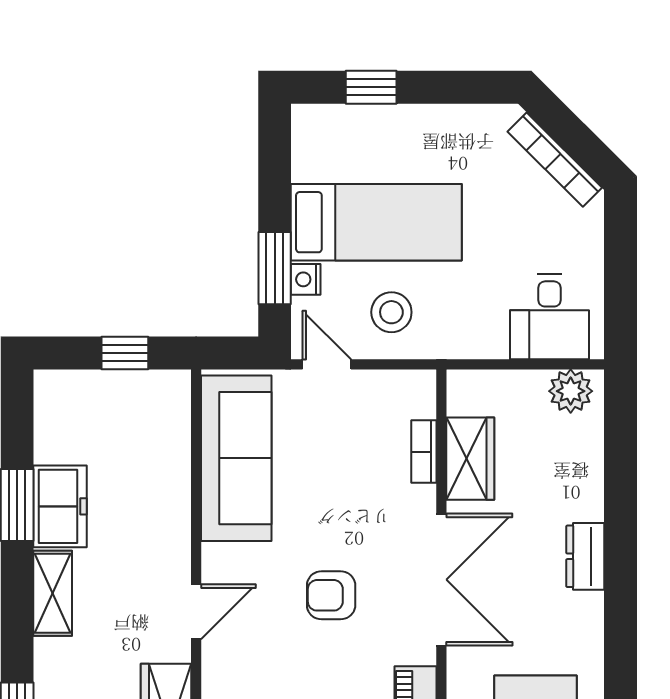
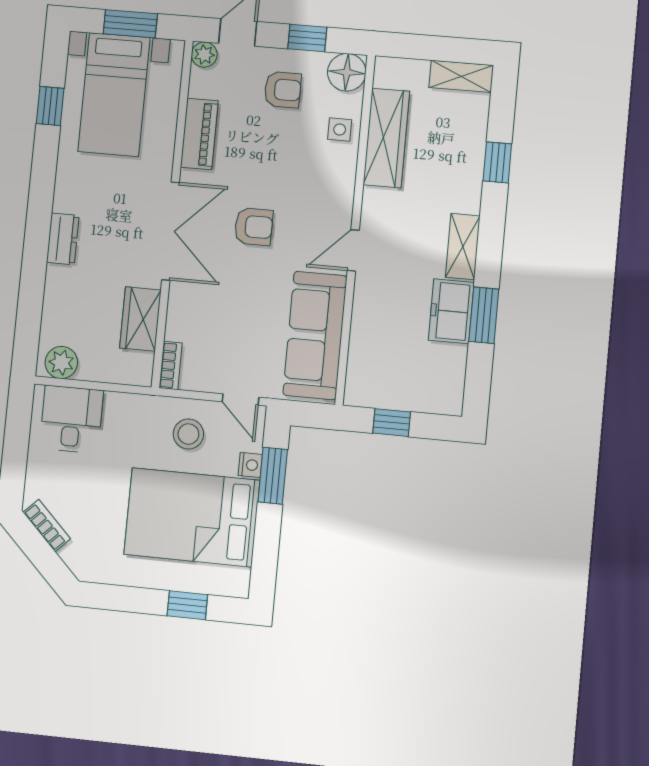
bookcase: (555, 160) -> (47, 525), width x0.64
bed: (376, 222) -> (192, 517), width x1.50
bookcase: (424, 452) -> (171, 366), moved
double door: (441, 580) -> (171, 231), swing flipped
door: (196, 612) -> (353, 250), moved

